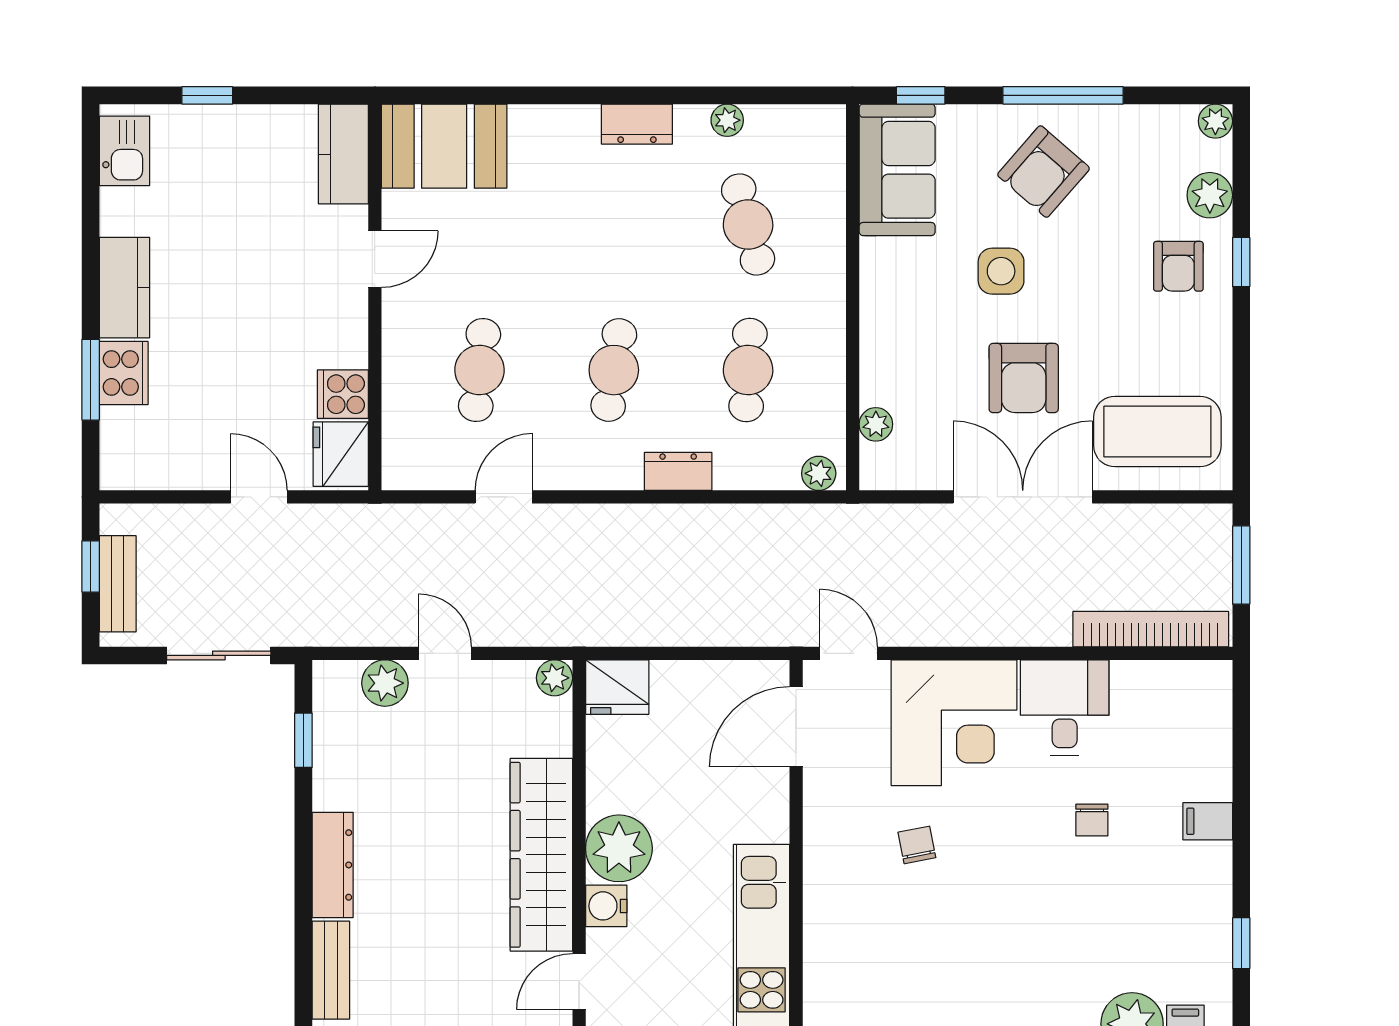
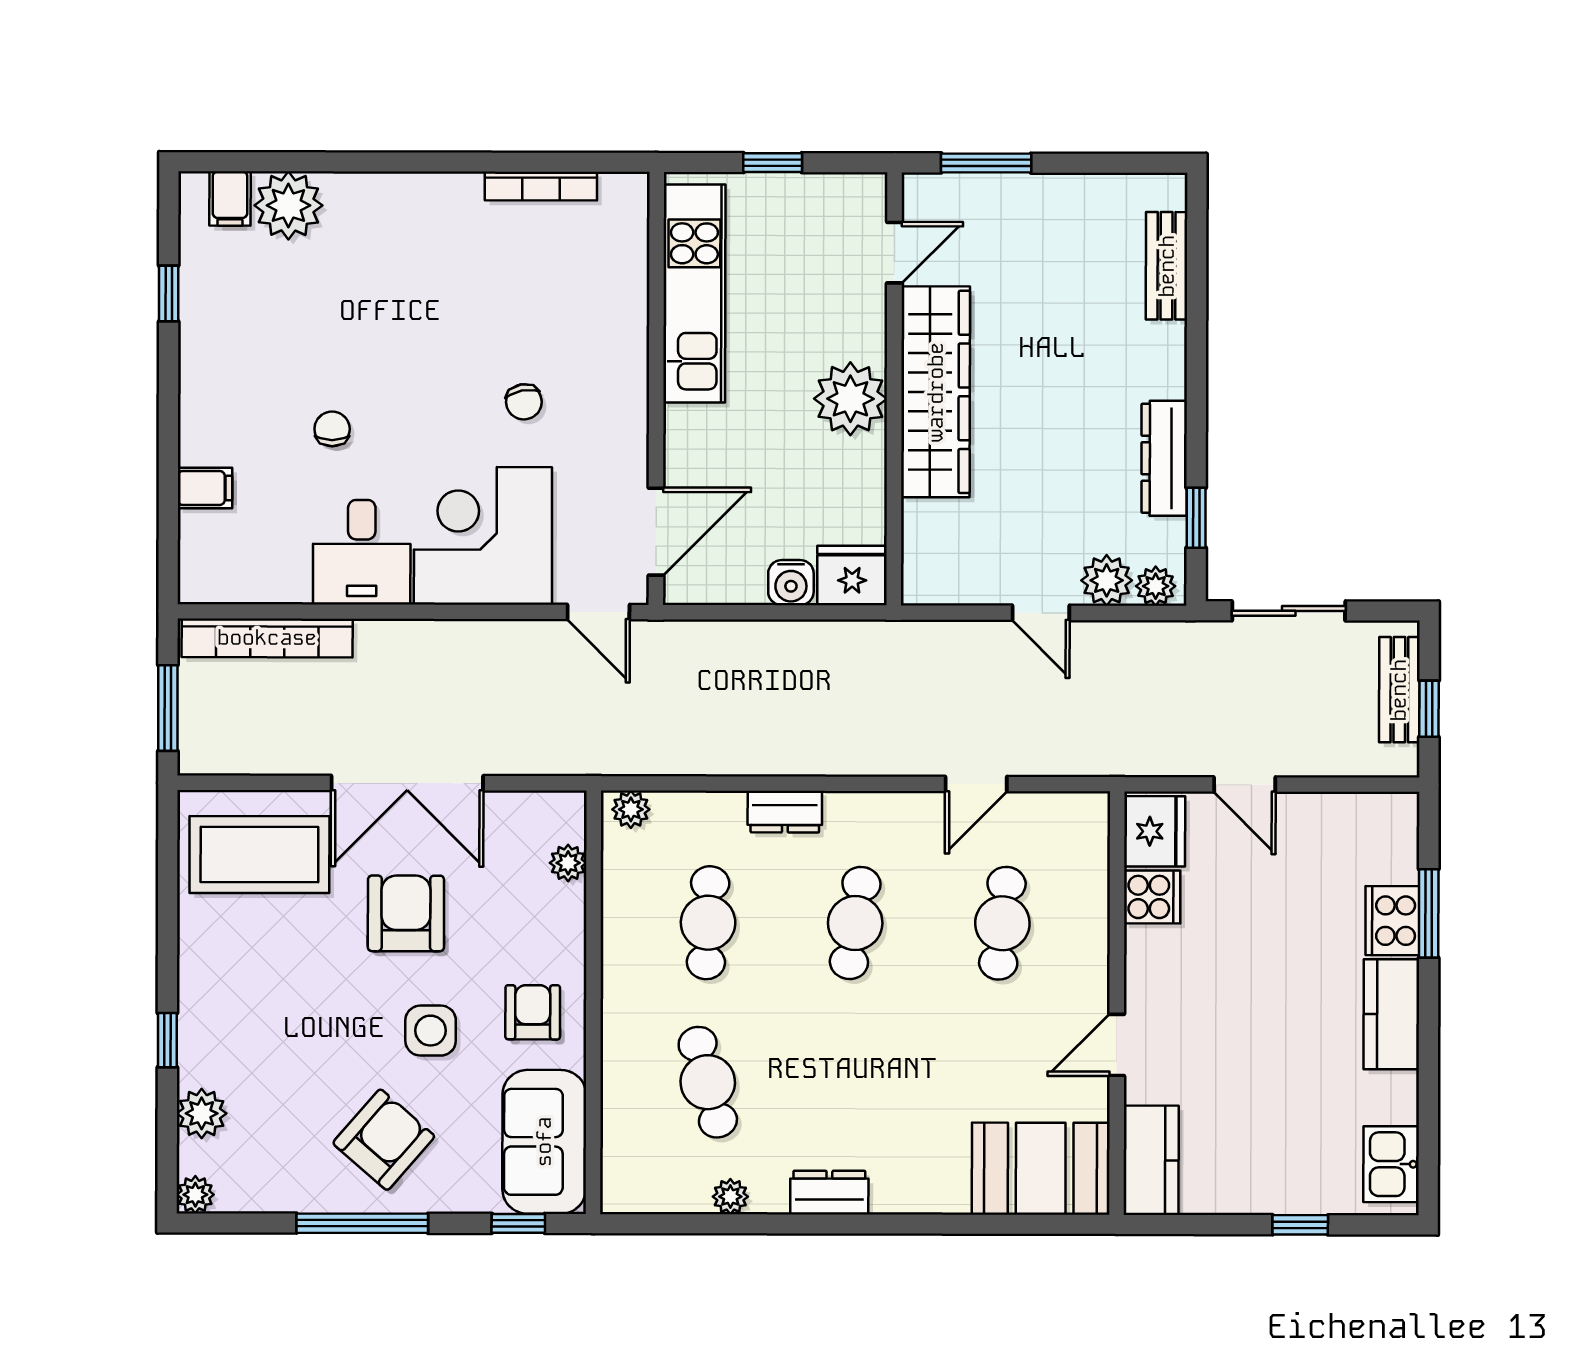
armchair: (1178, 266) -> (533, 1012), moved
plant: (555, 678) -> (1156, 586), moved
filing cabinet: (1208, 821) -> (205, 488), moved
dresser: (333, 865) -> (1164, 458), moved
water cooler: (606, 906) -> (791, 583), moved, turned 90

